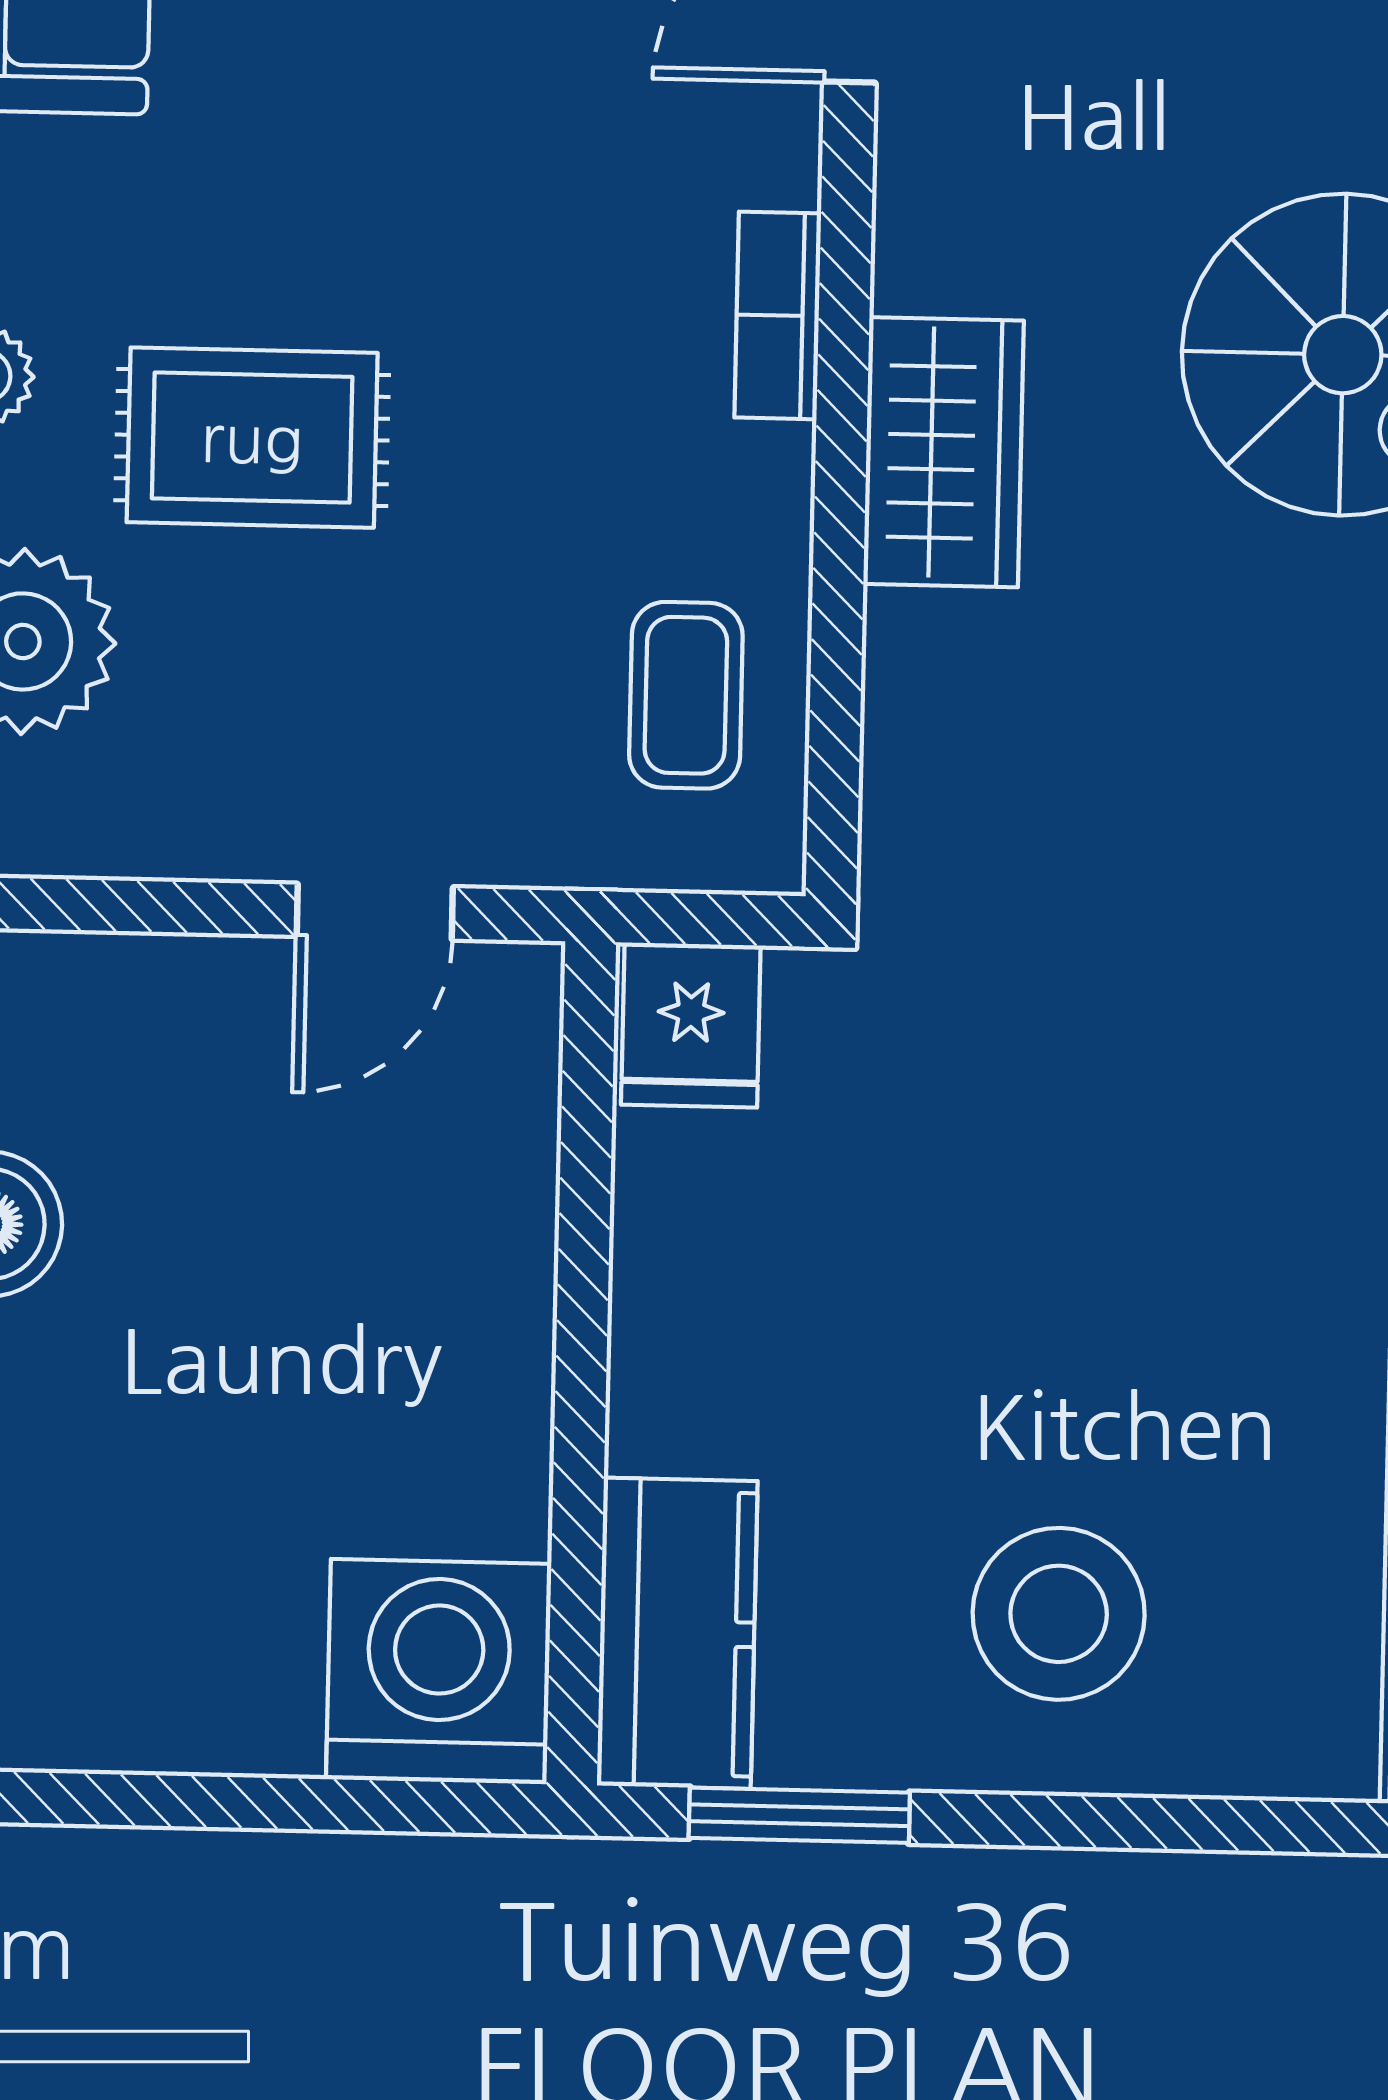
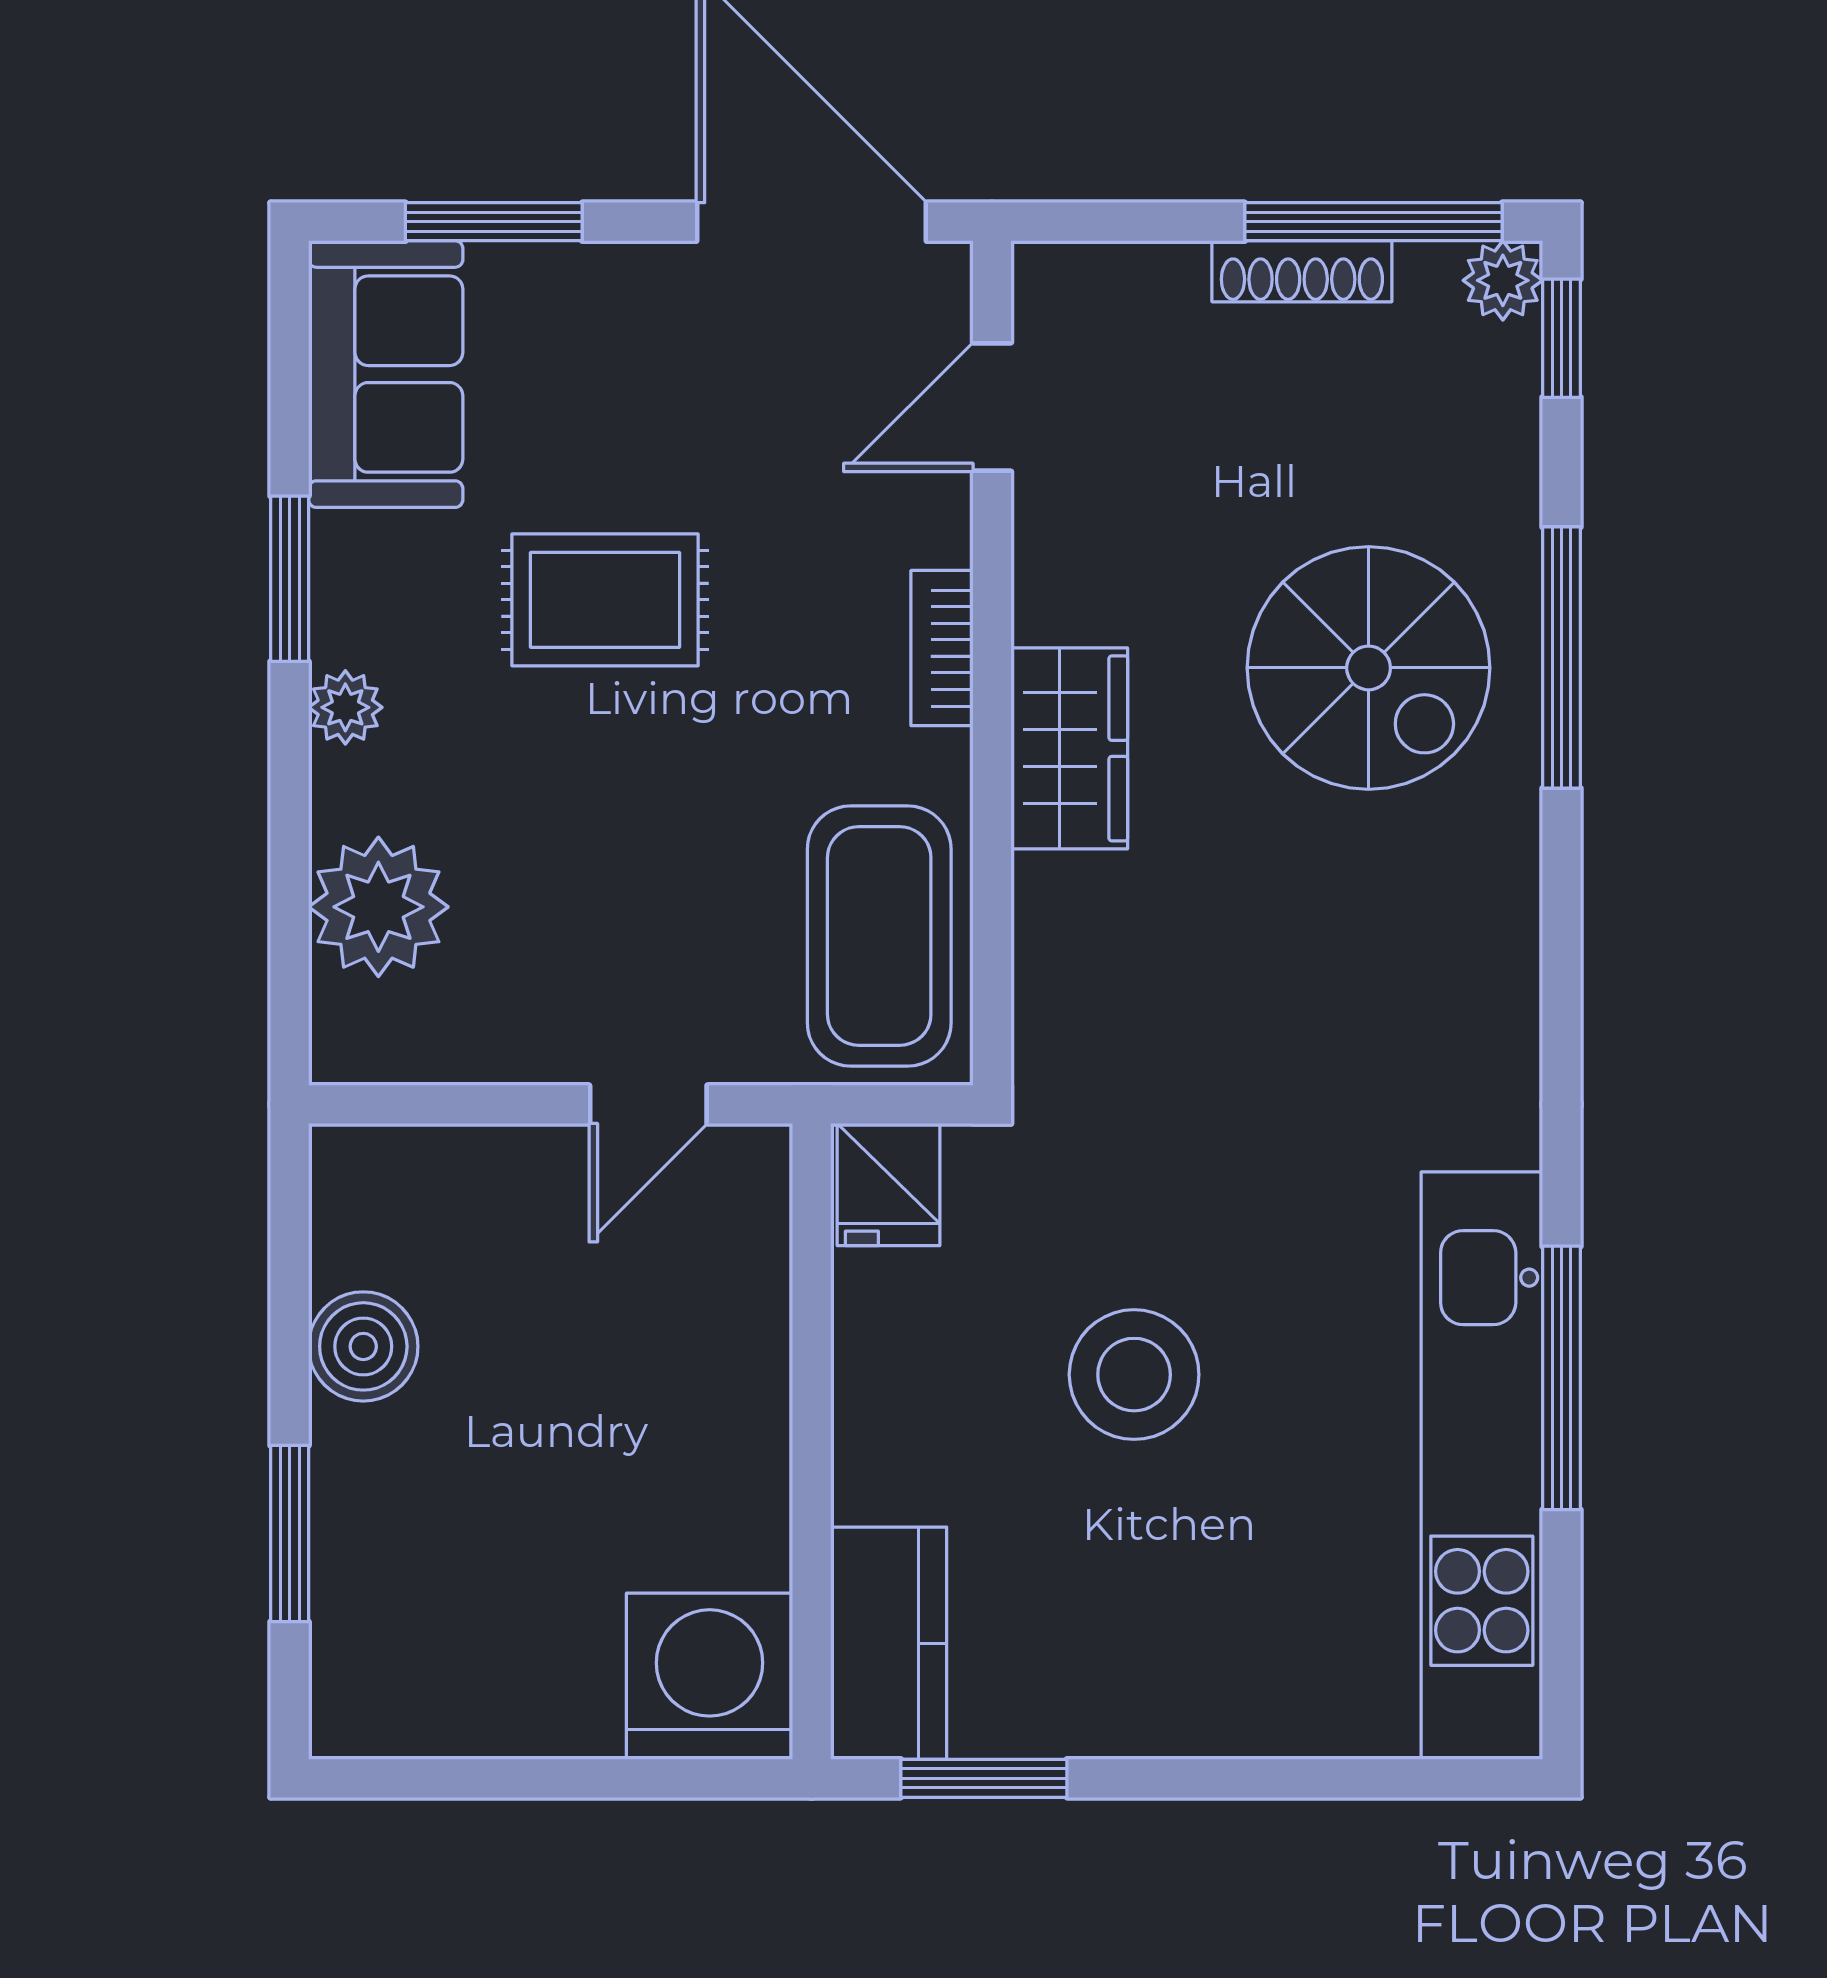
rug: (252, 438) -> (605, 600), moved
coffee table: (686, 695) -> (879, 936), width x1.86, depth x1.72
stool: (1059, 1614) -> (1134, 1375), moved

